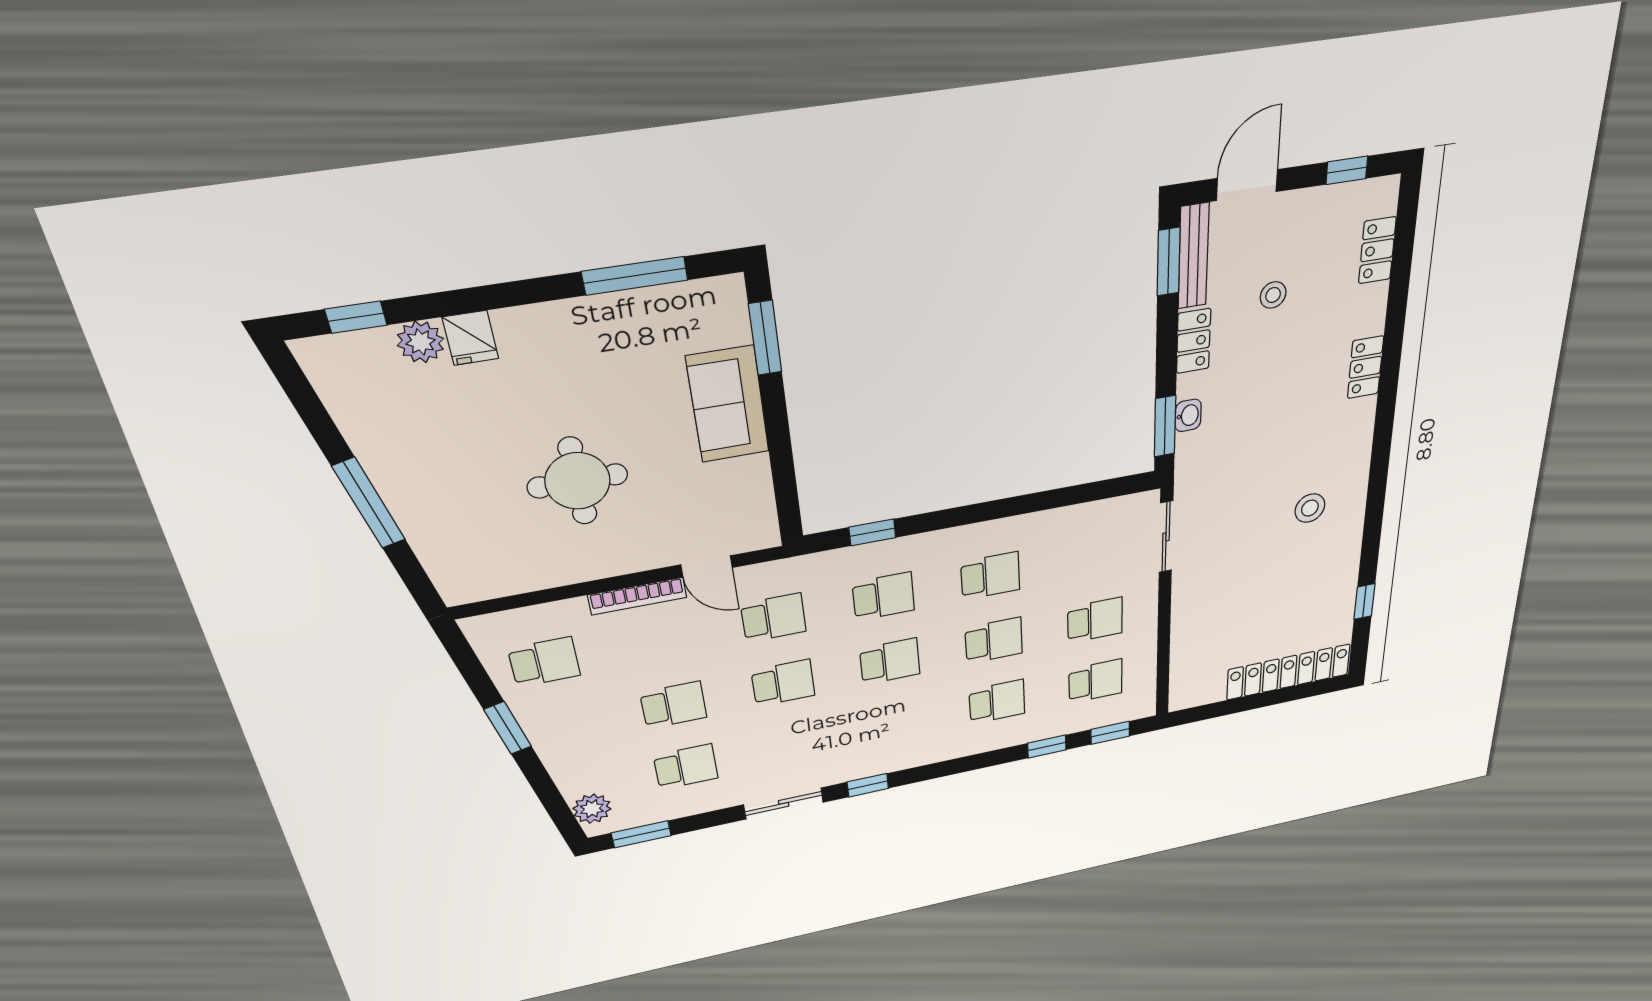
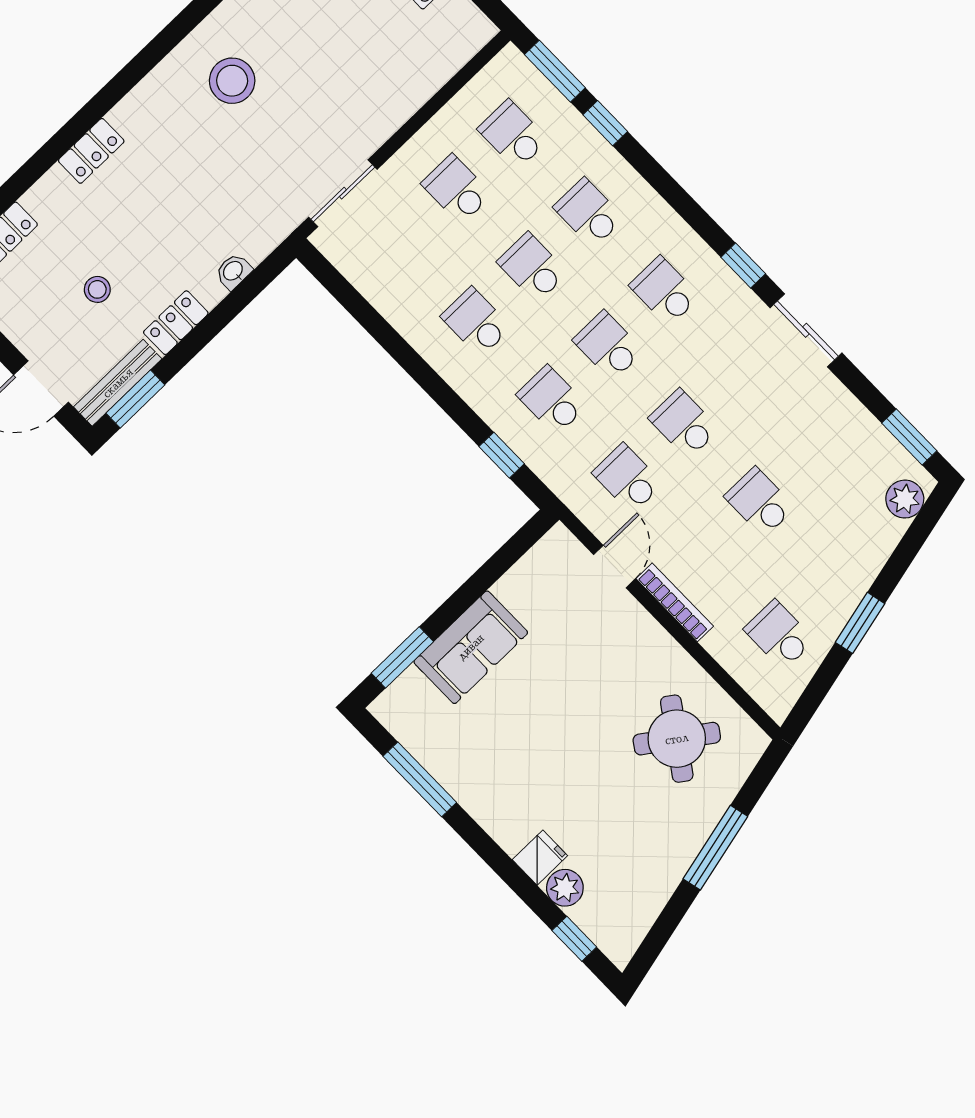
window: (1165, 426) -> (255, 283), removed
round table: (578, 481) -> (677, 739), moved, turned 35
stool: (1310, 508) -> (232, 81), width x1.38, depth x1.38
window: (1110, 733) -> (555, 71), width x1.50
school desk: (686, 767) -> (664, 291), moved

